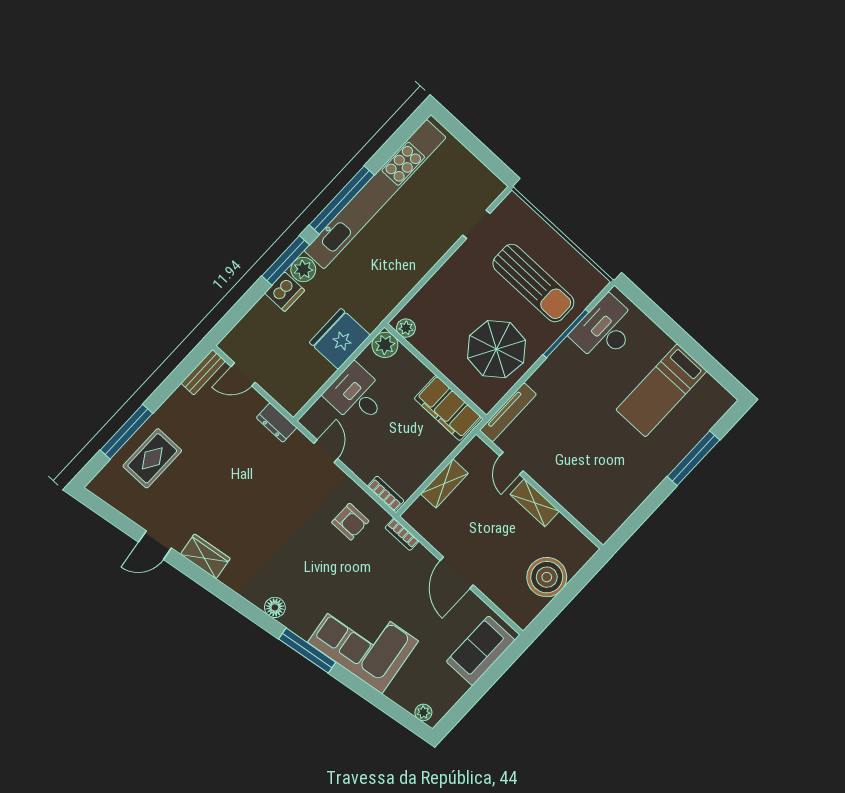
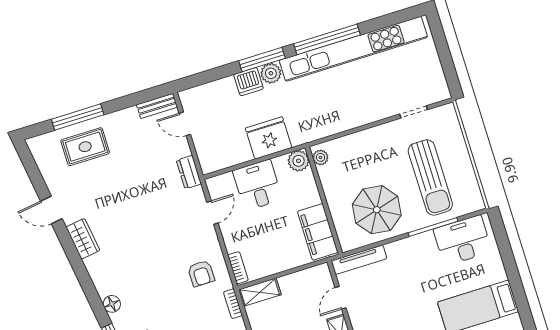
shelving: (444, 483) -> (260, 292), moved

